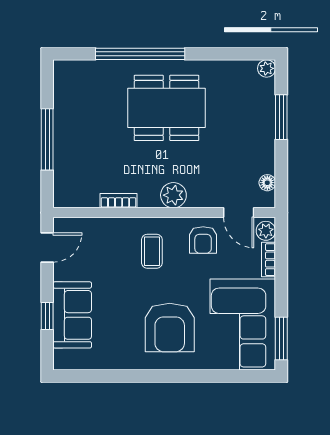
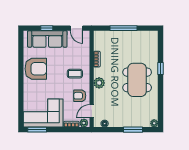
window: (140, 54) -> (160, 68), width x0.32
sofa: (72, 315) -> (47, 39), width x1.36
armchair: (170, 327) -> (36, 69), moved, turned 180

